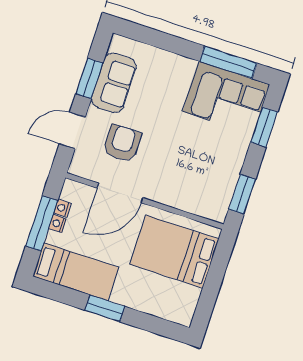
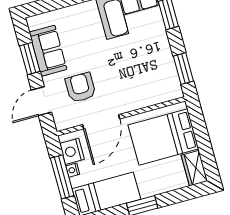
nightstand: (62, 208) -> (72, 151), width x1.89, depth x1.79
wardrobe: (185, 305) -> (194, 168), added

